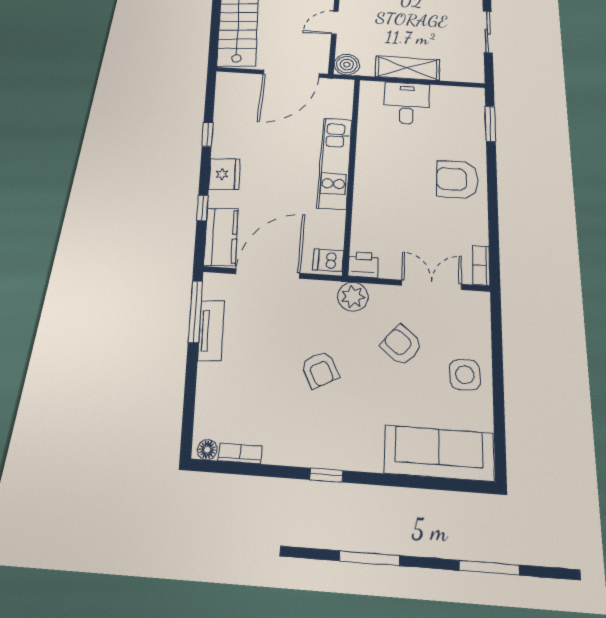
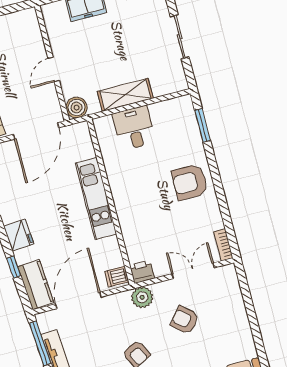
side table: (465, 375) -> (231, 326), removed

